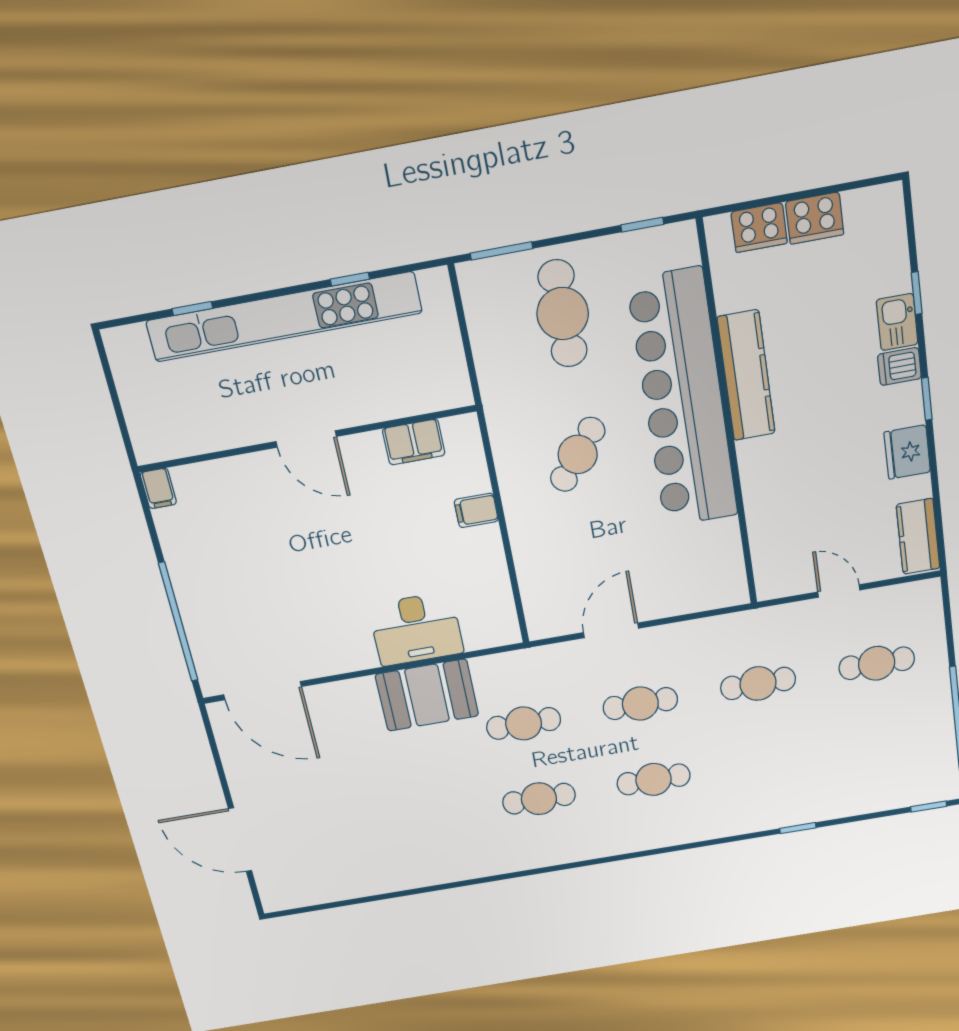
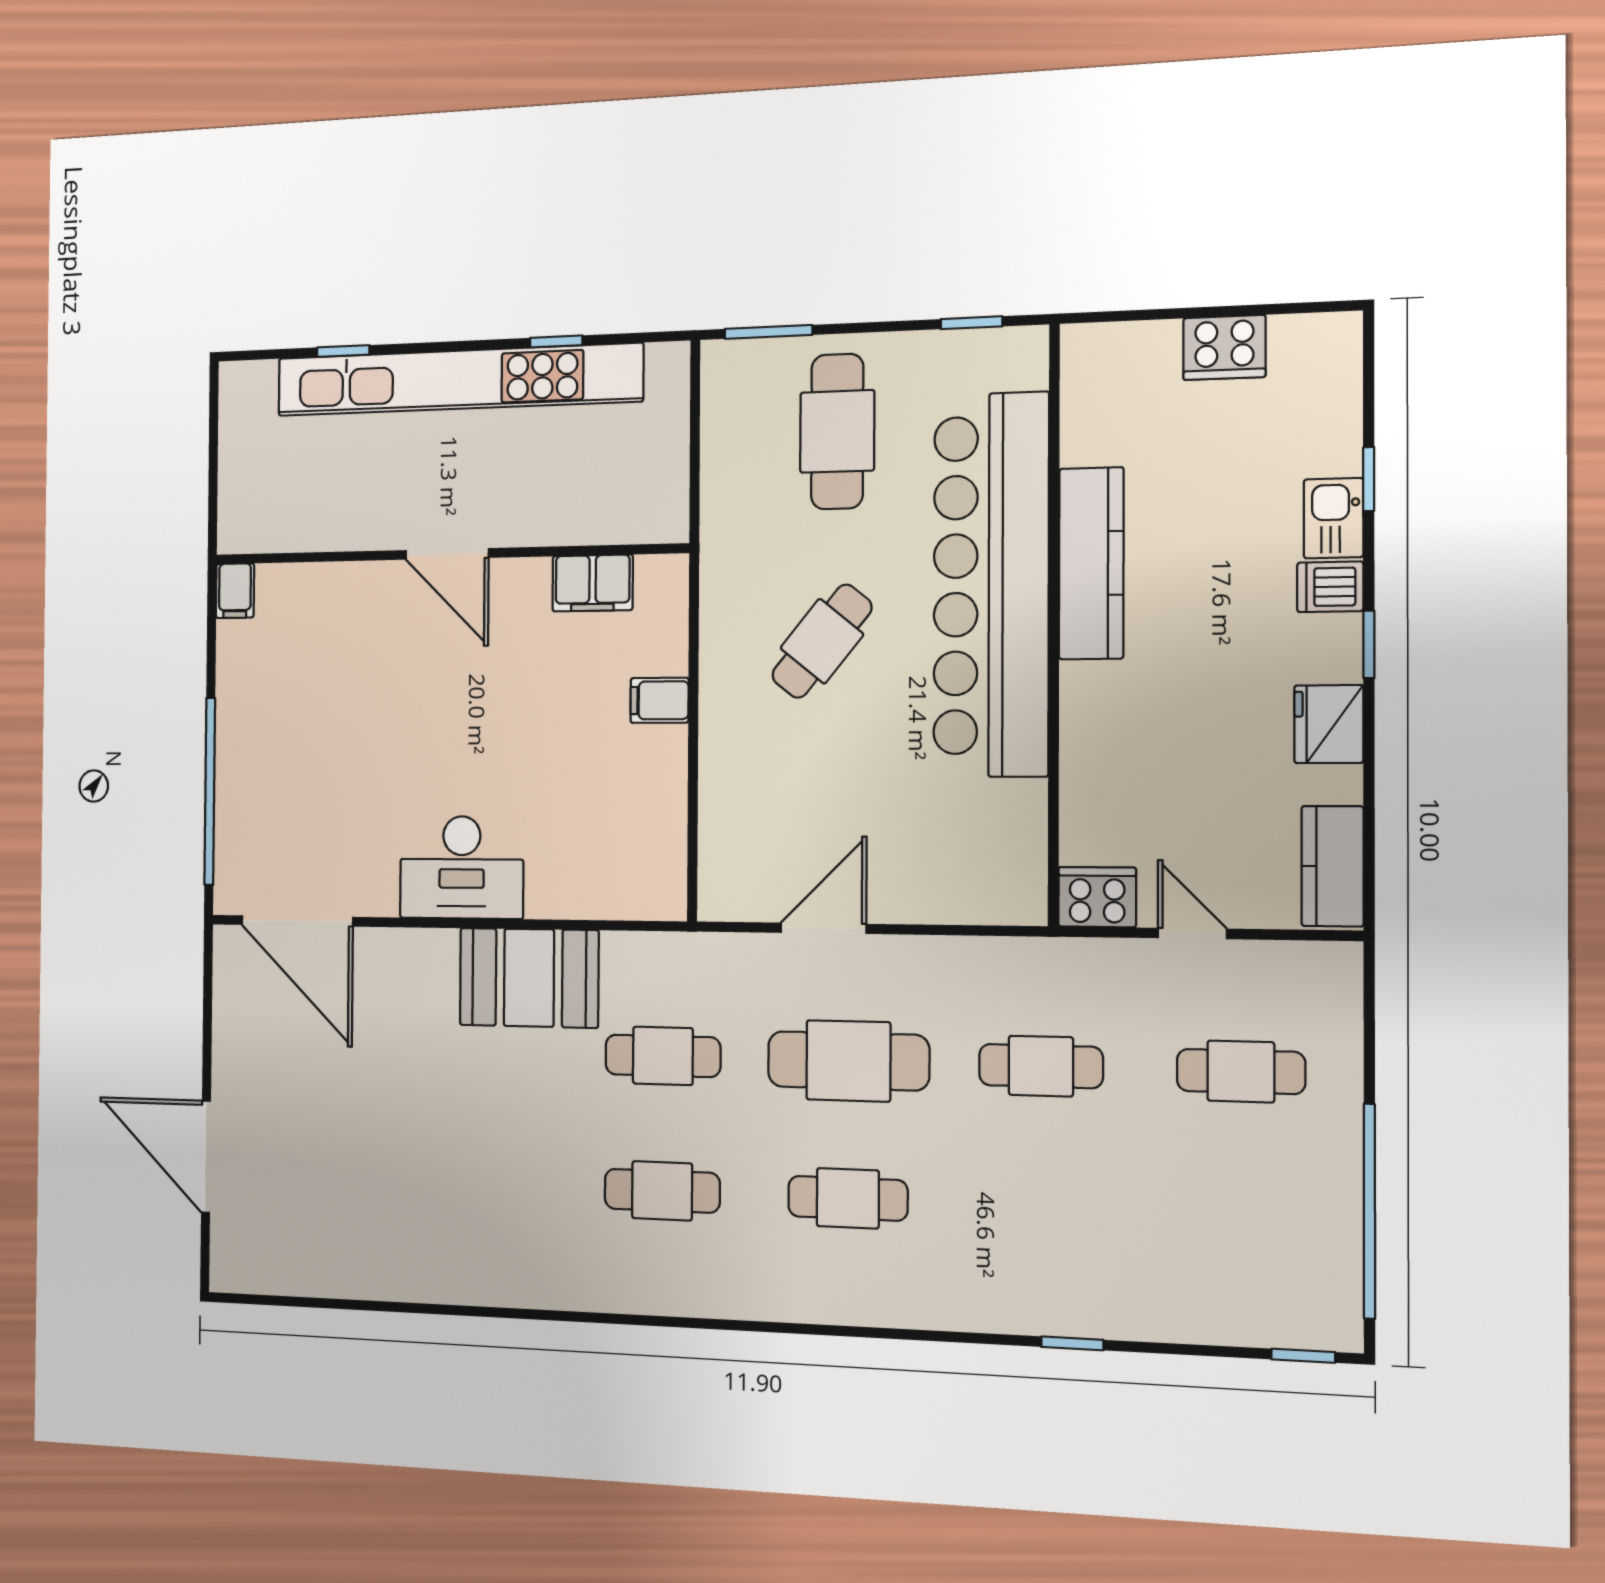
cooker: (759, 228) -> (1097, 897), moved, turned 180
desk: (416, 629) -> (462, 867), moved
cafe table: (640, 704) -> (848, 1061), width x1.37, depth x1.35

